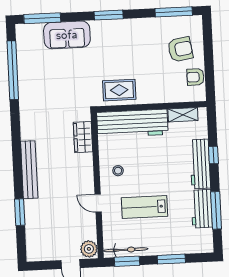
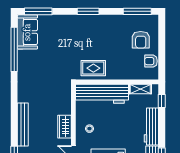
sofa: (67, 35) -> (27, 32), moved, turned -90
armchair: (180, 49) -> (141, 40), turned 99
wardrobe: (83, 137) -> (64, 127), moved
window: (213, 155) -> (162, 101), moved

